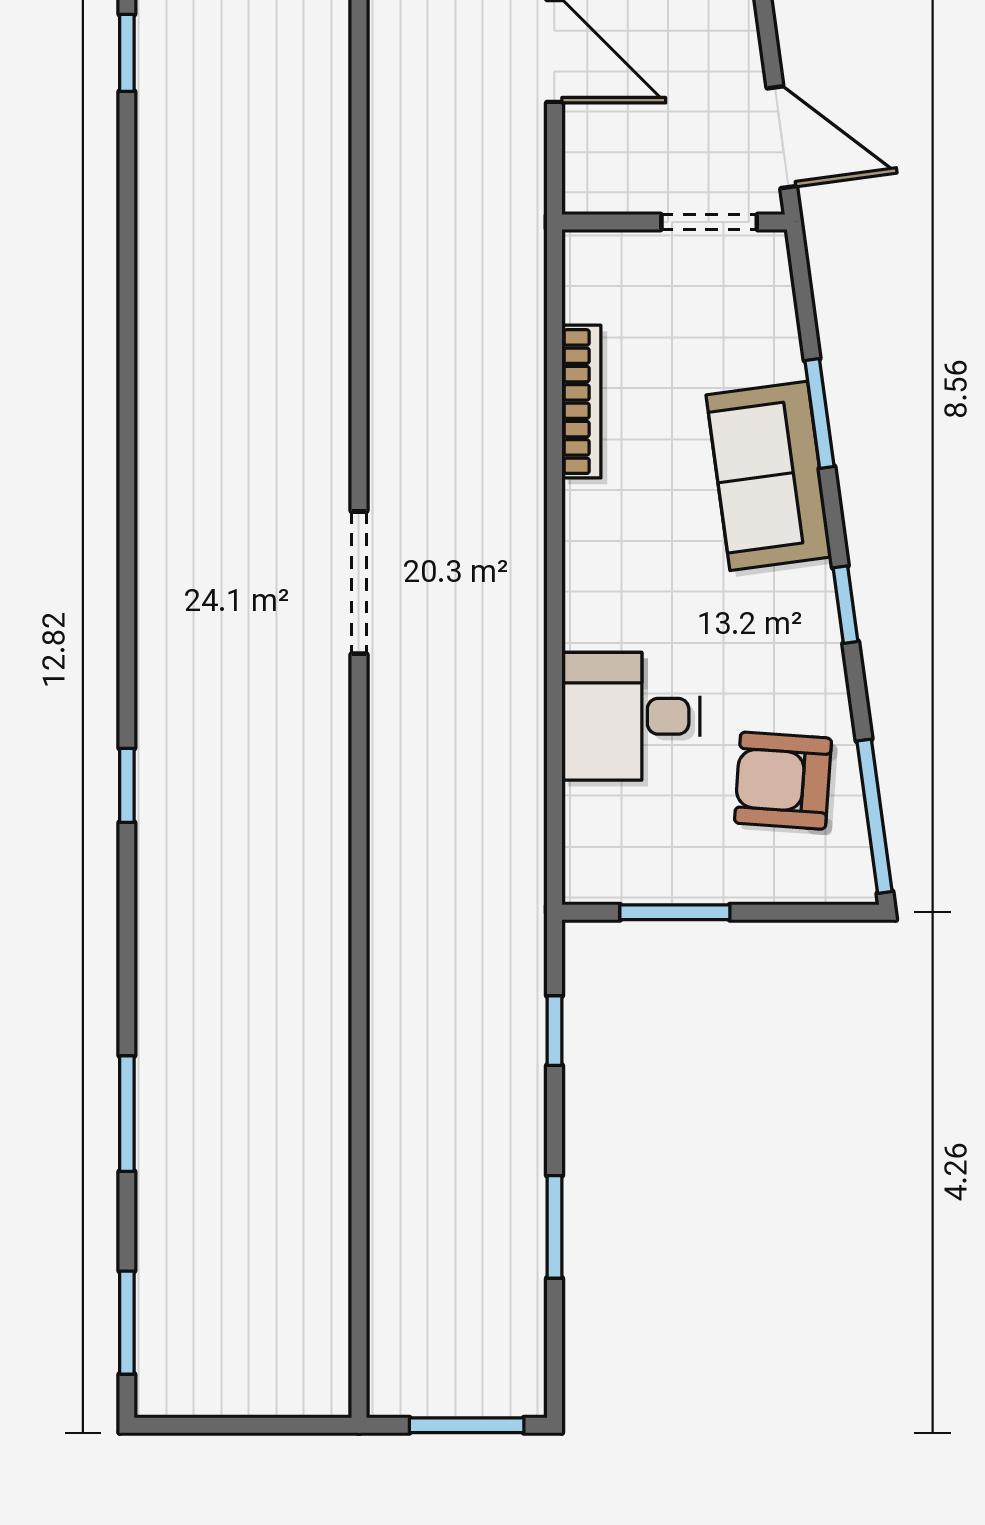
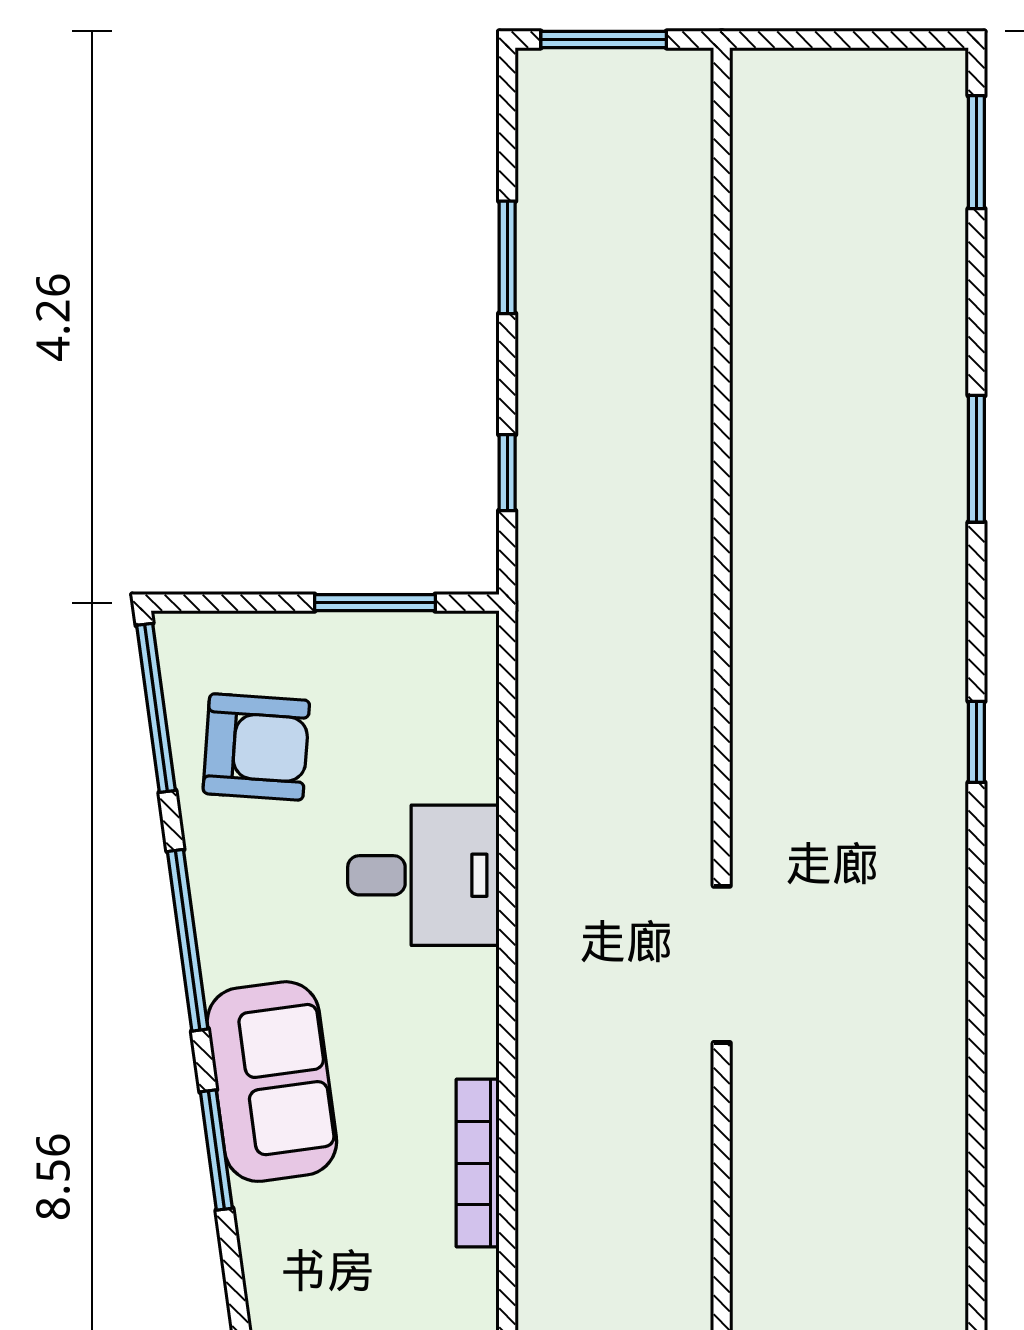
window: (846, 605) -> (188, 940), width x2.17
desk: (631, 716) -> (423, 875), moved
window: (127, 1114) -> (976, 459), moved

